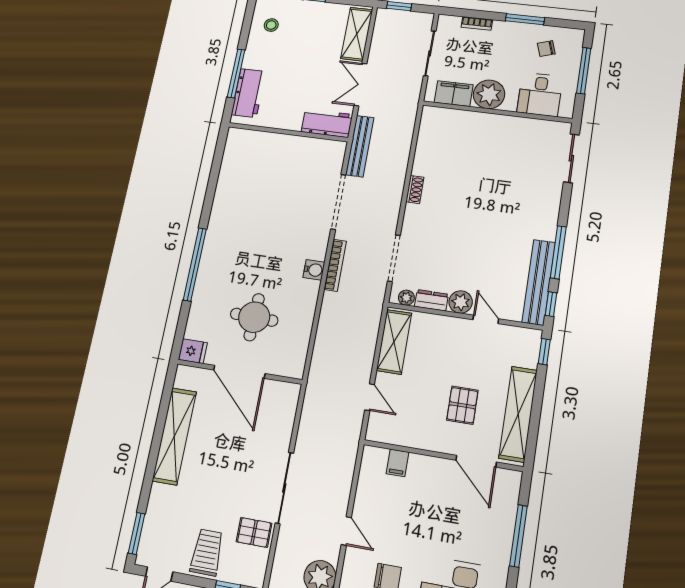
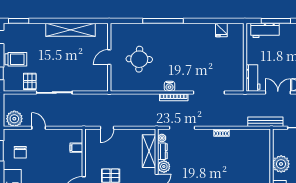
filing cabinet: (454, 94) -> (279, 145), removed
bench: (360, 146) -> (265, 122), moved
shelving: (394, 342) -> (149, 151), moved, turned 90
fridge: (193, 351) -> (221, 30), moved
door: (239, 372) -> (109, 57), width x0.53
door: (346, 531) -> (39, 128), swing flipped

